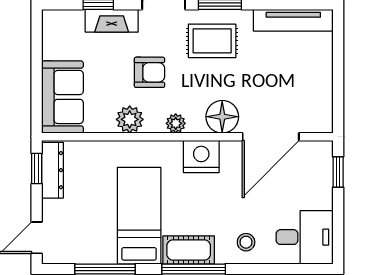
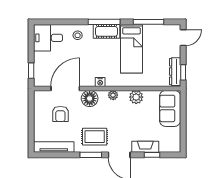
armchair: (149, 72) -> (60, 114), moved, turned -90
nightstand: (201, 157) -> (100, 82), width x0.53, depth x0.56

